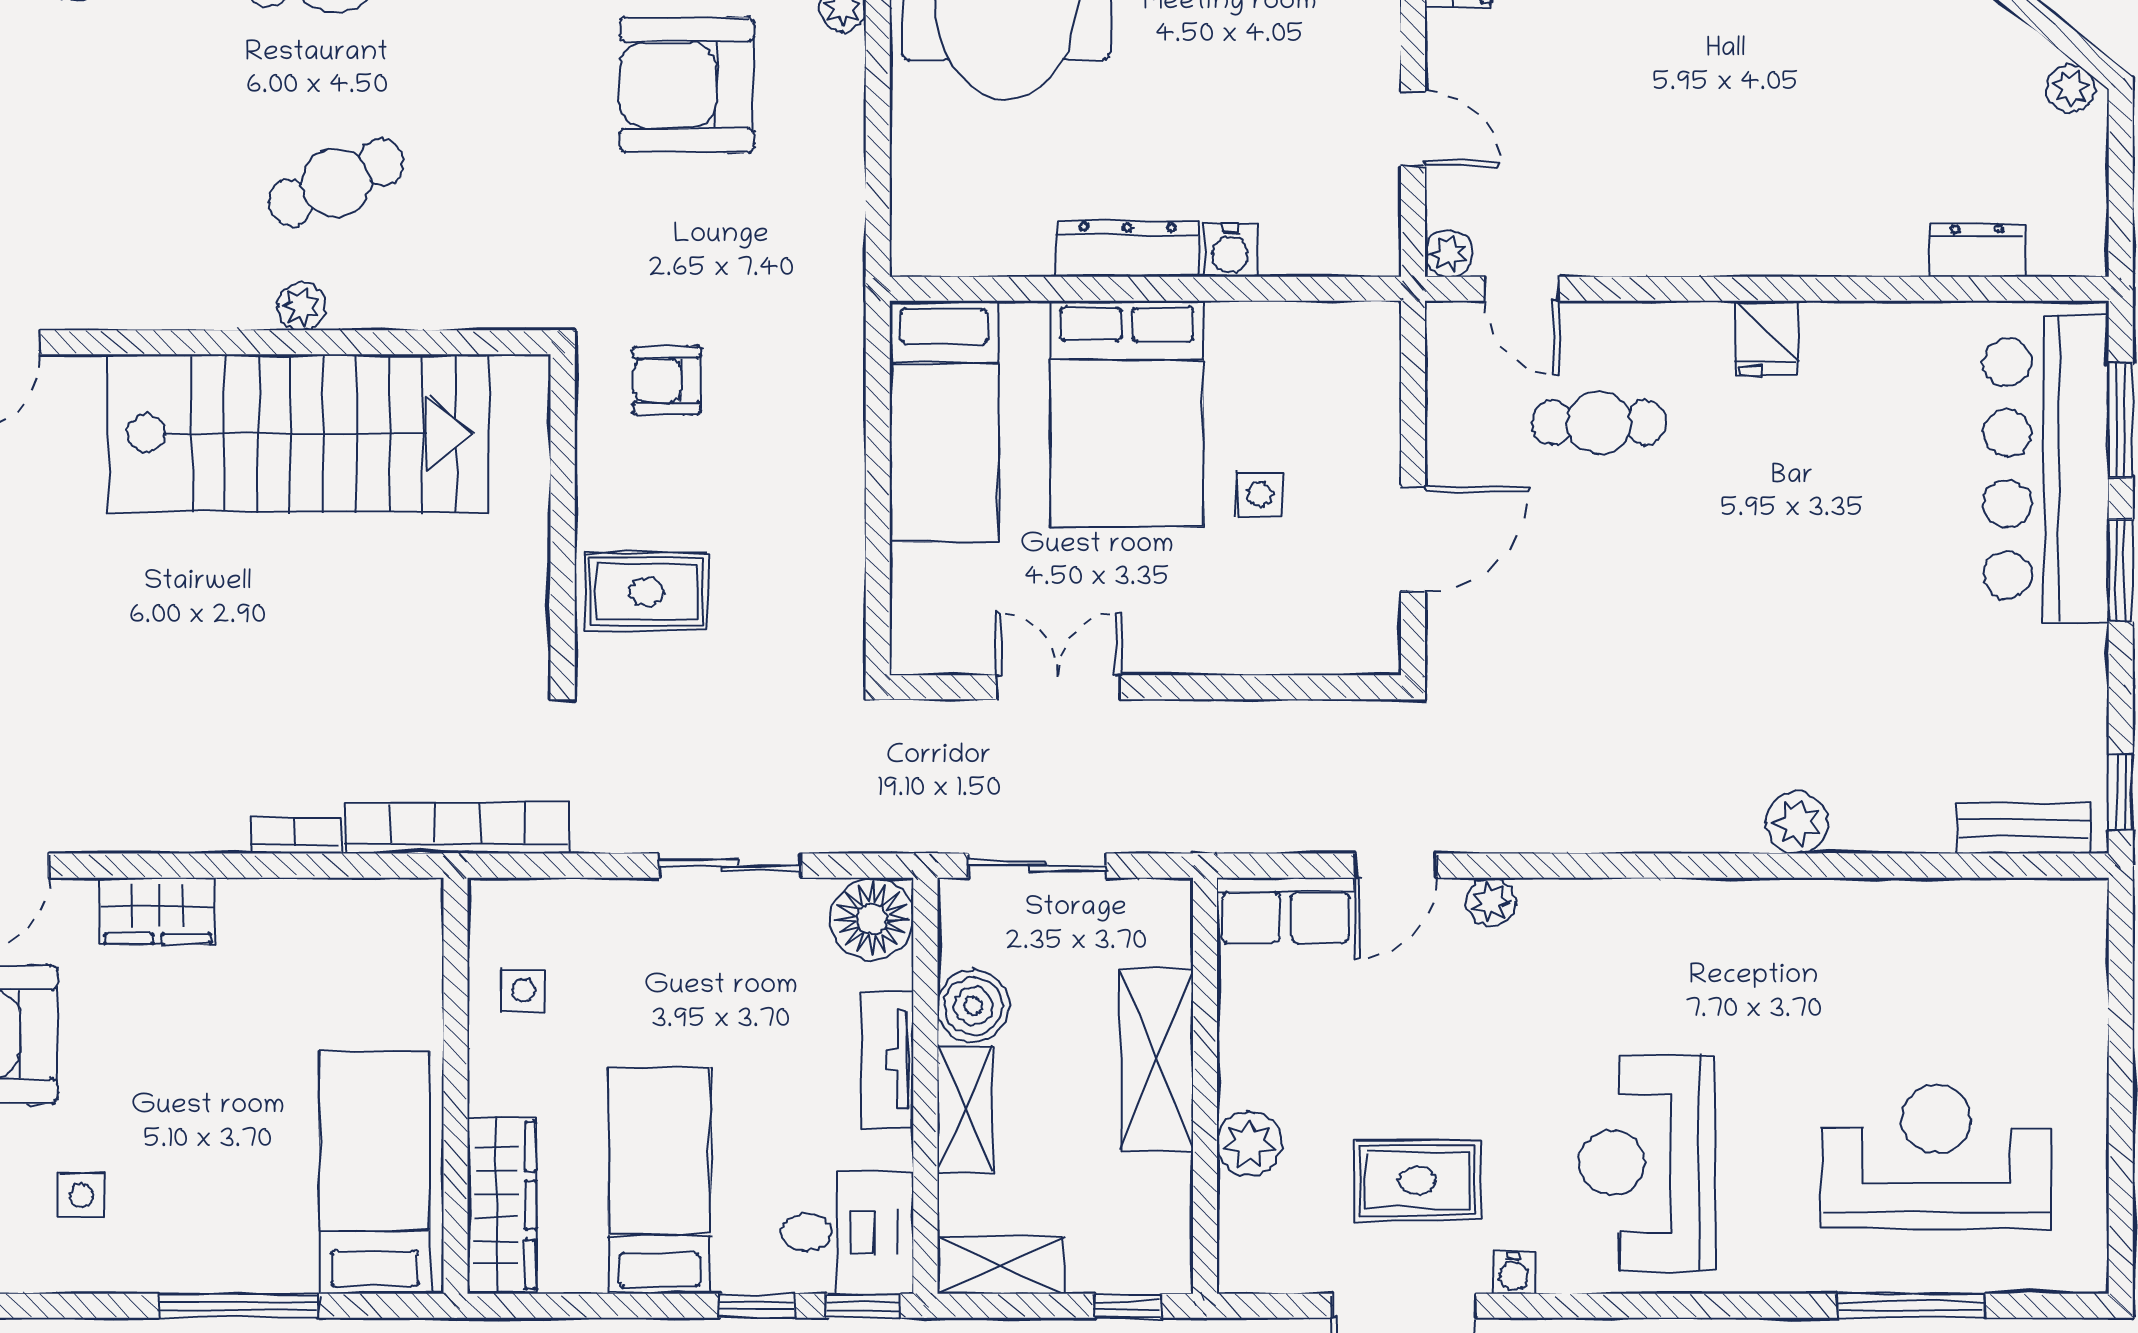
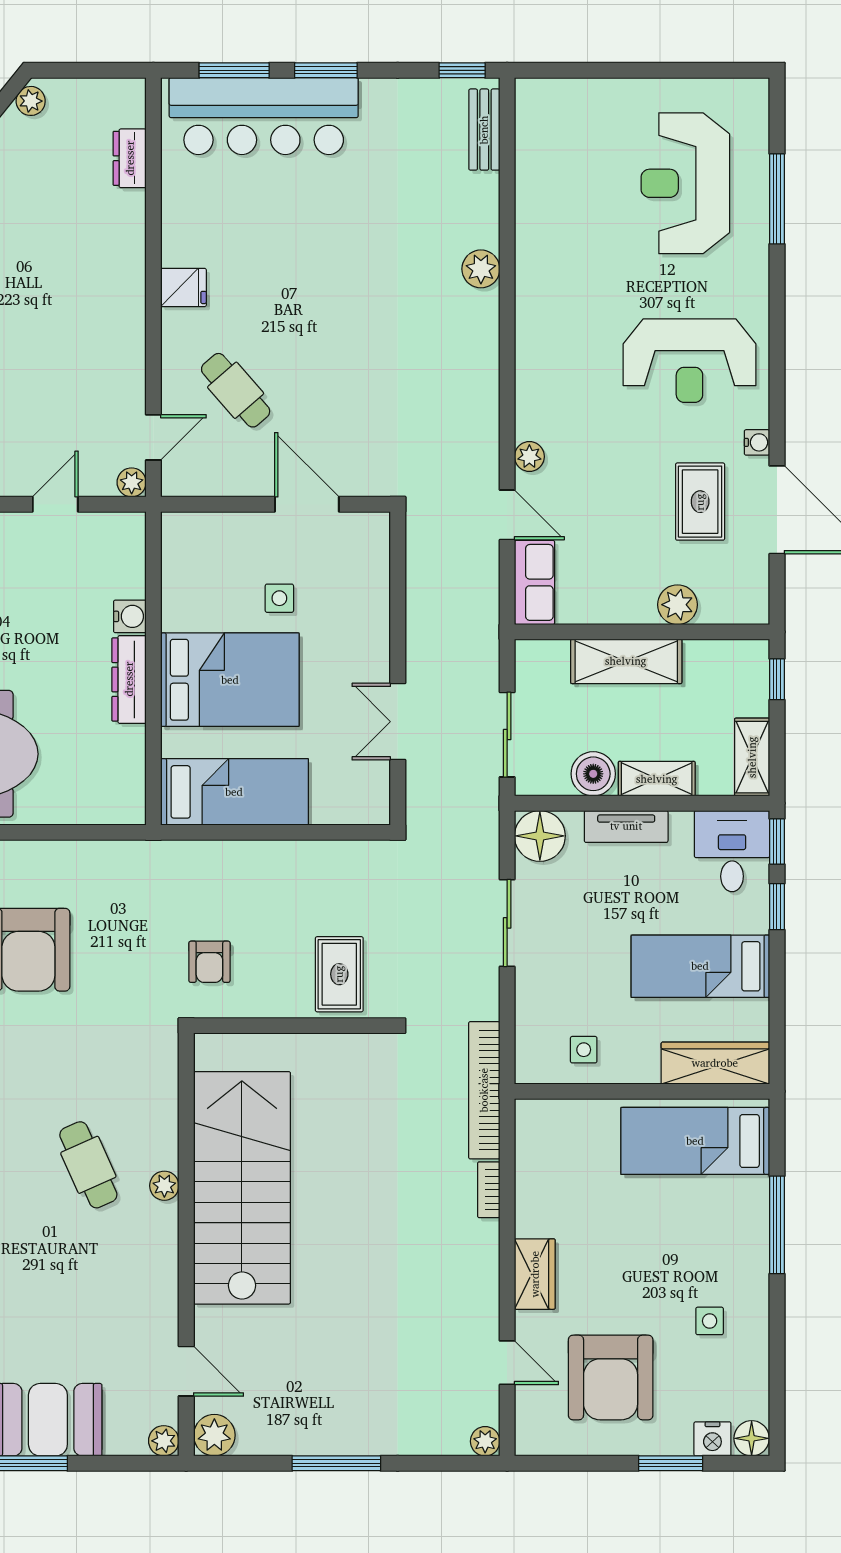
cafe table: (1599, 423) -> (236, 390), turned -41

